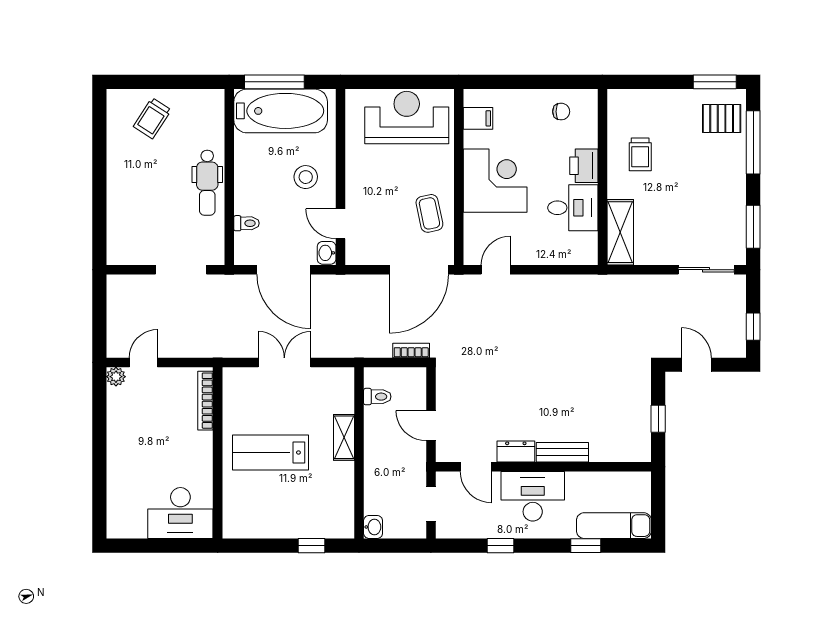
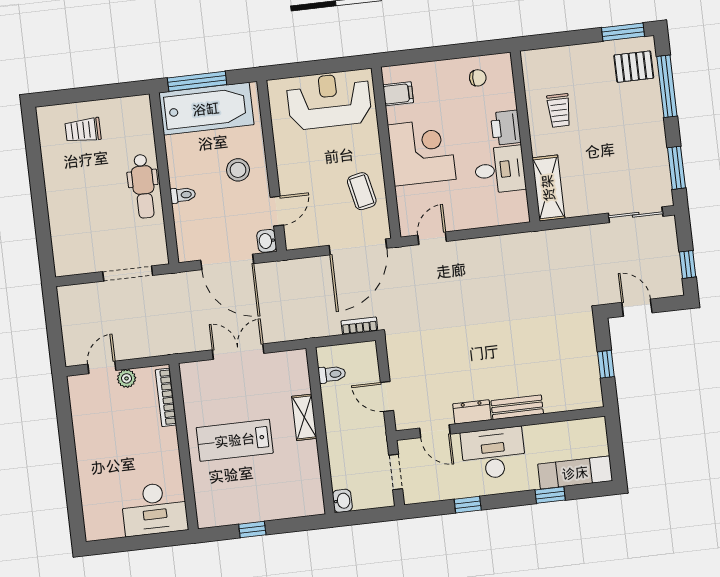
trolley: (152, 118) -> (83, 130), turned 57
toilet: (246, 223) -> (183, 195), moved
door: (340, 224) -> (277, 211), swing flipped
plant: (116, 377) -> (126, 378), moved
window: (311, 546) -> (252, 529), moved

